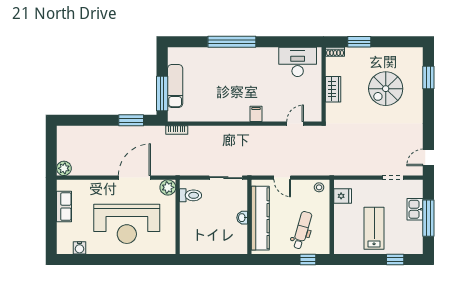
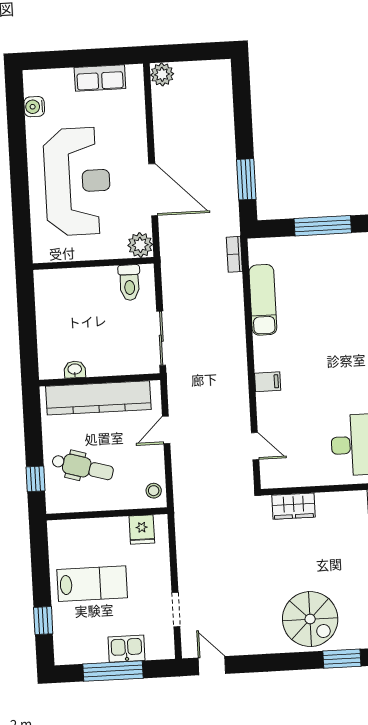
exam couch: (175, 86) -> (263, 300), moved, turned -90
wardrobe: (333, 89) -> (293, 506), moved
spiral stairs: (386, 89) -> (310, 619), moved, turned 180
window: (162, 93) -> (323, 226), moved
washbasin: (242, 218) -> (75, 370), moved
reception desk: (127, 224) -> (77, 181), turned 180

